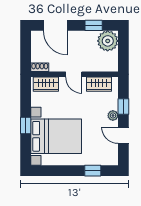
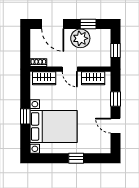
plant: (108, 41) -> (80, 38), moved
window: (123, 54) -> (116, 51), added
plant: (113, 115) -> (106, 107), removed
window: (93, 171) -> (76, 158), moved

